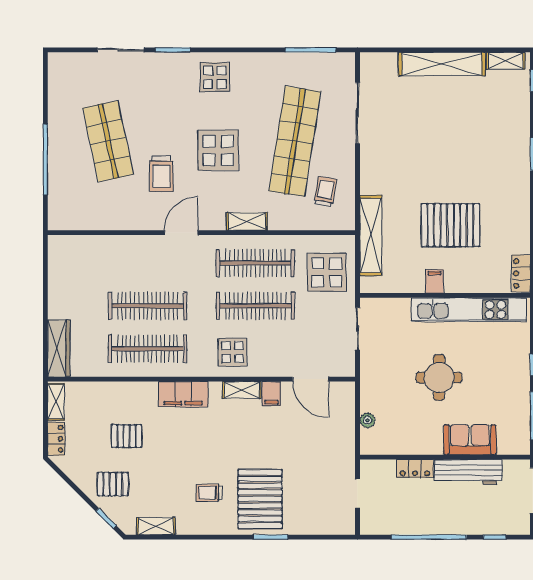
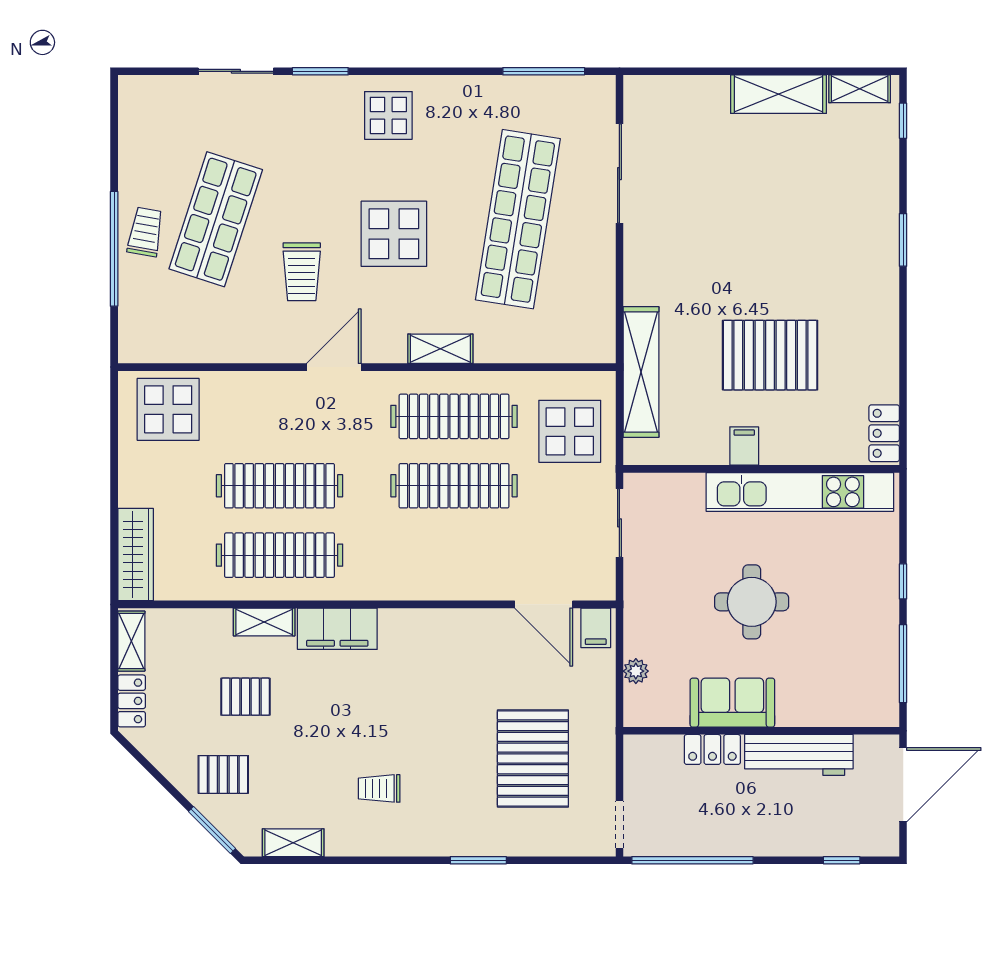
shelving: (442, 64) -> (778, 94), width x0.68
shop shelf: (108, 141) -> (216, 219), turned 30
trolley: (325, 192) -> (145, 232), moved
display table: (233, 352) -> (168, 409), moved, width x1.36, depth x1.36
shelving: (242, 390) -> (264, 622), moved
filing cabinet: (271, 394) -> (596, 628), moved
sofa: (470, 440) -> (732, 703), moved
doorway: (357, 493) -> (619, 825), moved
pallet: (260, 499) -> (533, 758), moved
window: (106, 518) -> (212, 830), width x1.50
window: (429, 537) -> (692, 860), moved

